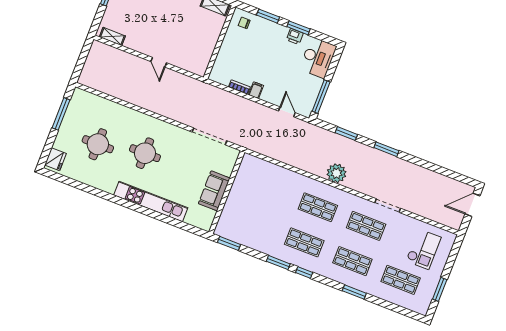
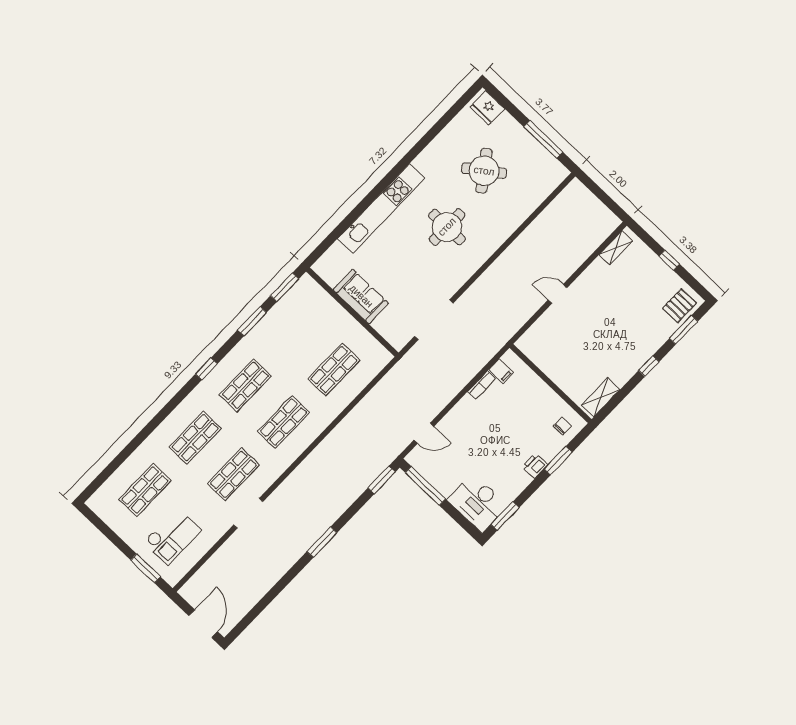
window: (298, 28) -> (505, 516), moved
printer: (295, 37) -> (535, 466), moved
filing cabinet: (256, 90) -> (501, 371), moved
window: (346, 134) -> (382, 480), moved
round table: (98, 144) -> (484, 171), turned -36
plant: (336, 173) -> (318, 464), removed
shop shelf: (270, 189) -> (334, 370), added
checkout: (423, 249) -> (172, 536), turned -90
window: (278, 263) -> (252, 321), moved
window: (440, 289) -> (146, 568), moved
window: (354, 292) -> (154, 423), removed

